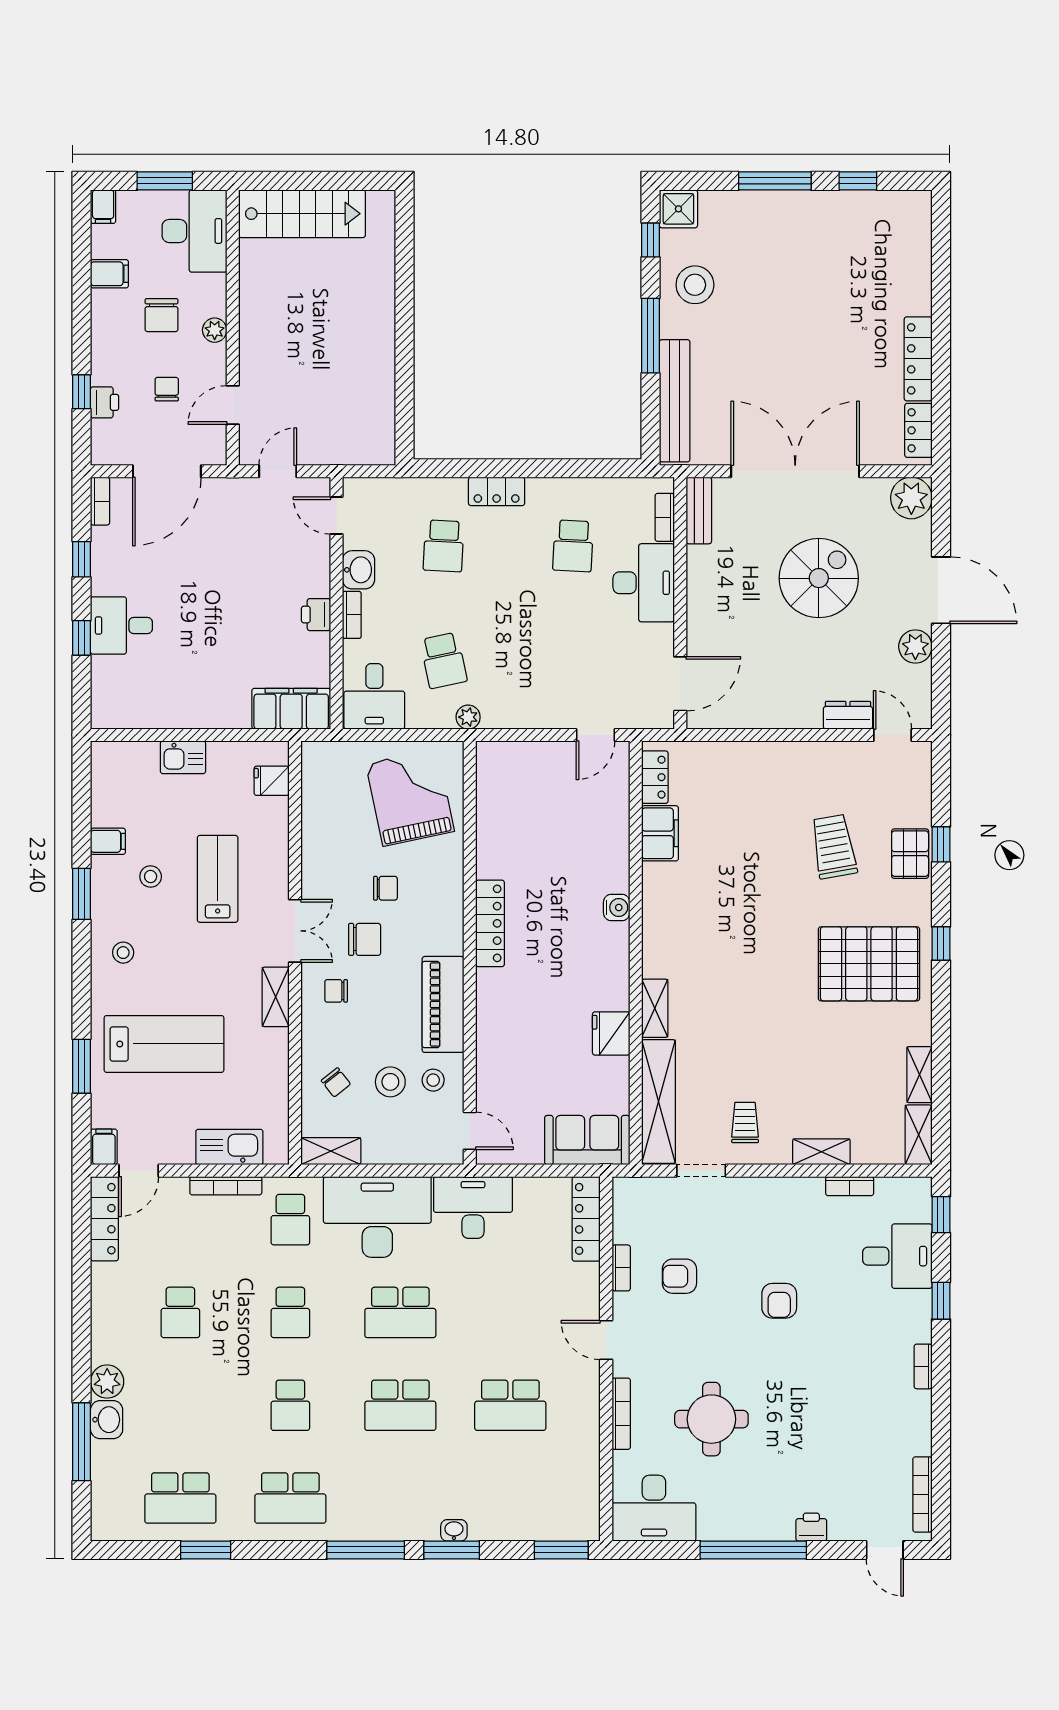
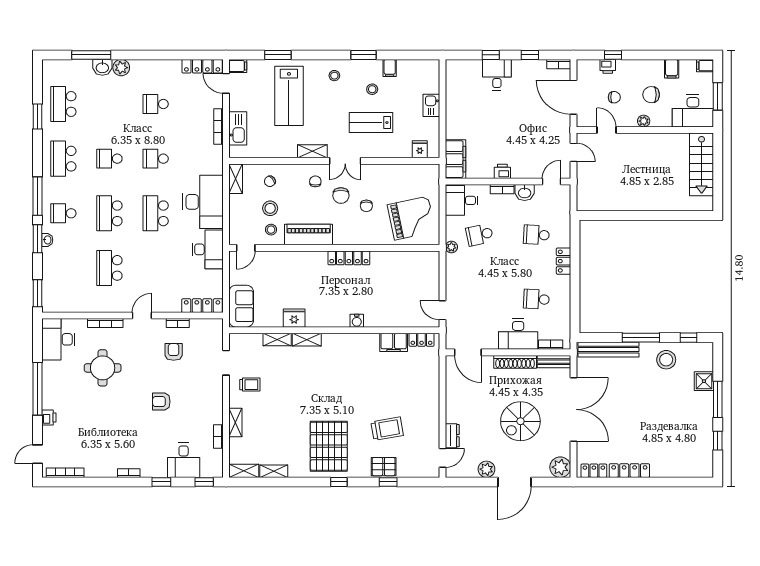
shower: (678, 209) -> (704, 381), moved
spiral stairs: (819, 578) -> (520, 421), turned 90
shoe rack: (699, 589) -> (515, 362), added
lab bench: (218, 879) -> (371, 123), turned 180
shelving: (659, 1102) -> (277, 340), width x0.45, depth x0.75
school desk: (290, 1220) -> (63, 213), moved

